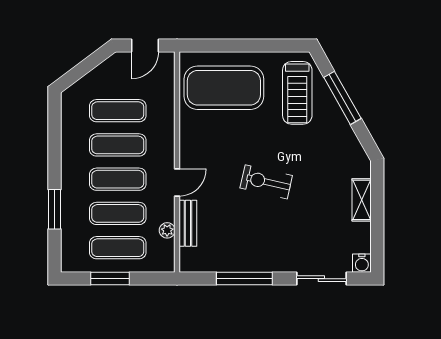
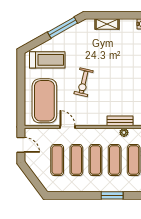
window: (342, 98) -> (63, 28), moved
door: (177, 182) -> (68, 127), moved
exercise bike: (266, 182) -> (84, 82), moved

